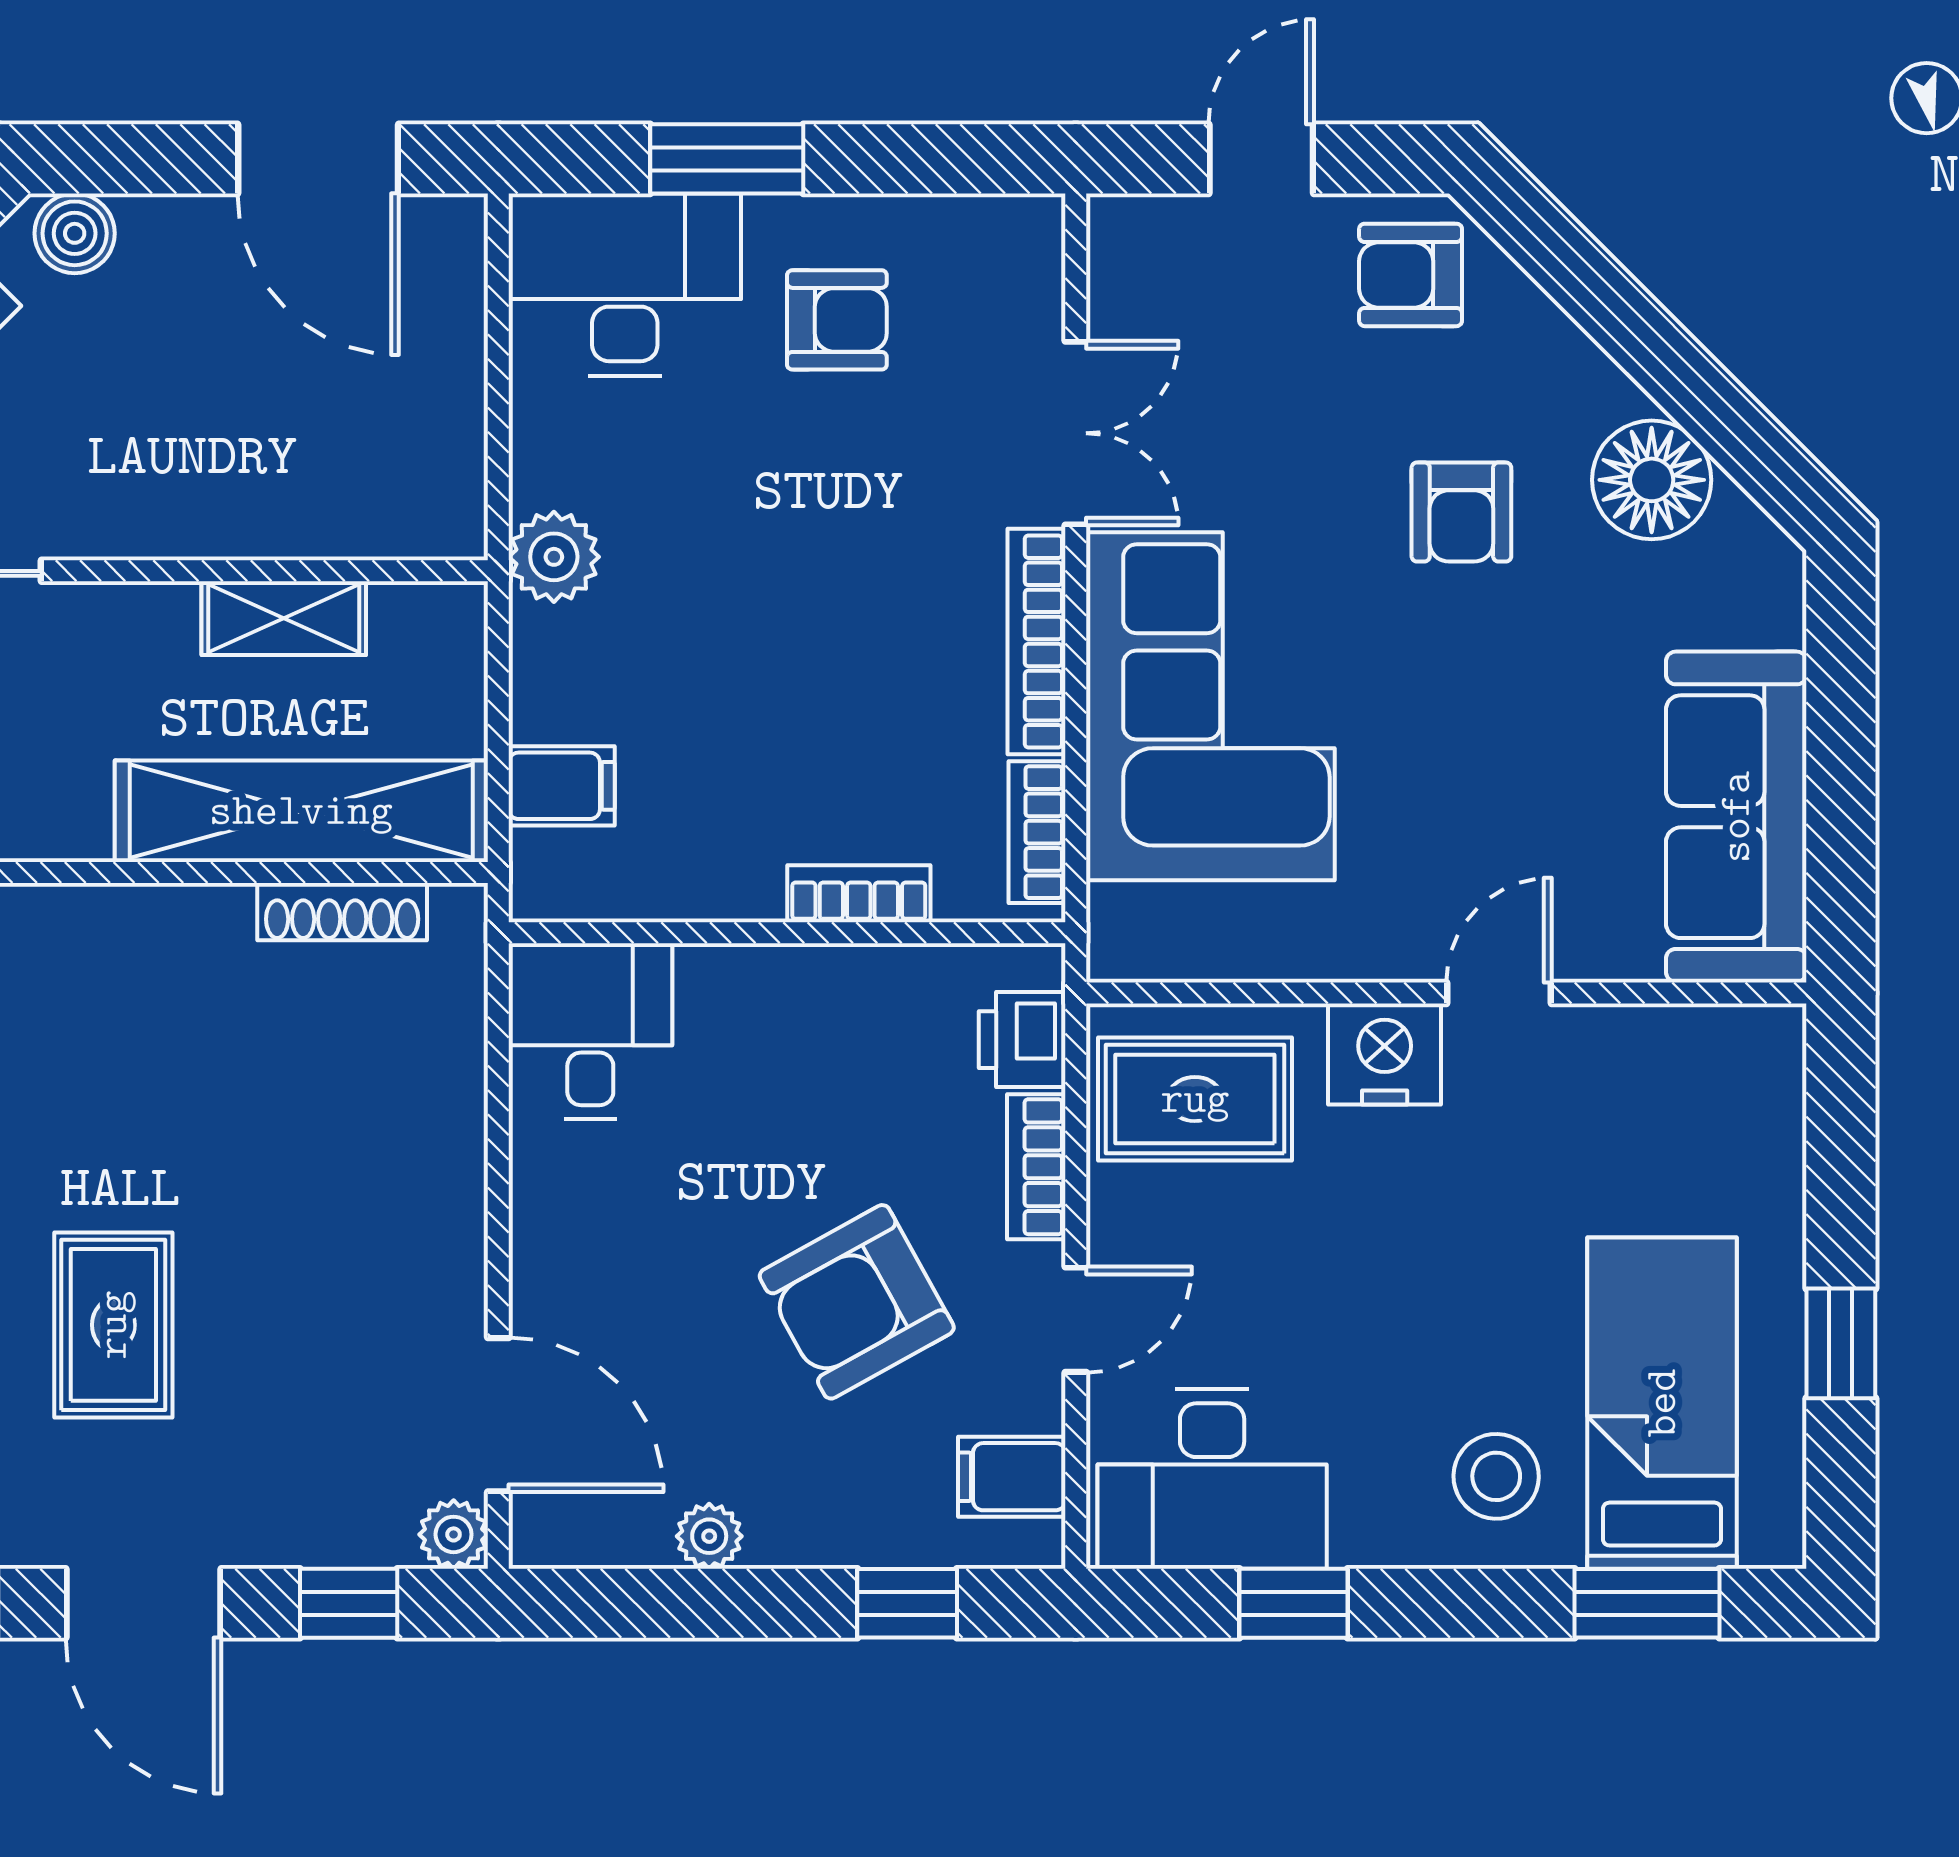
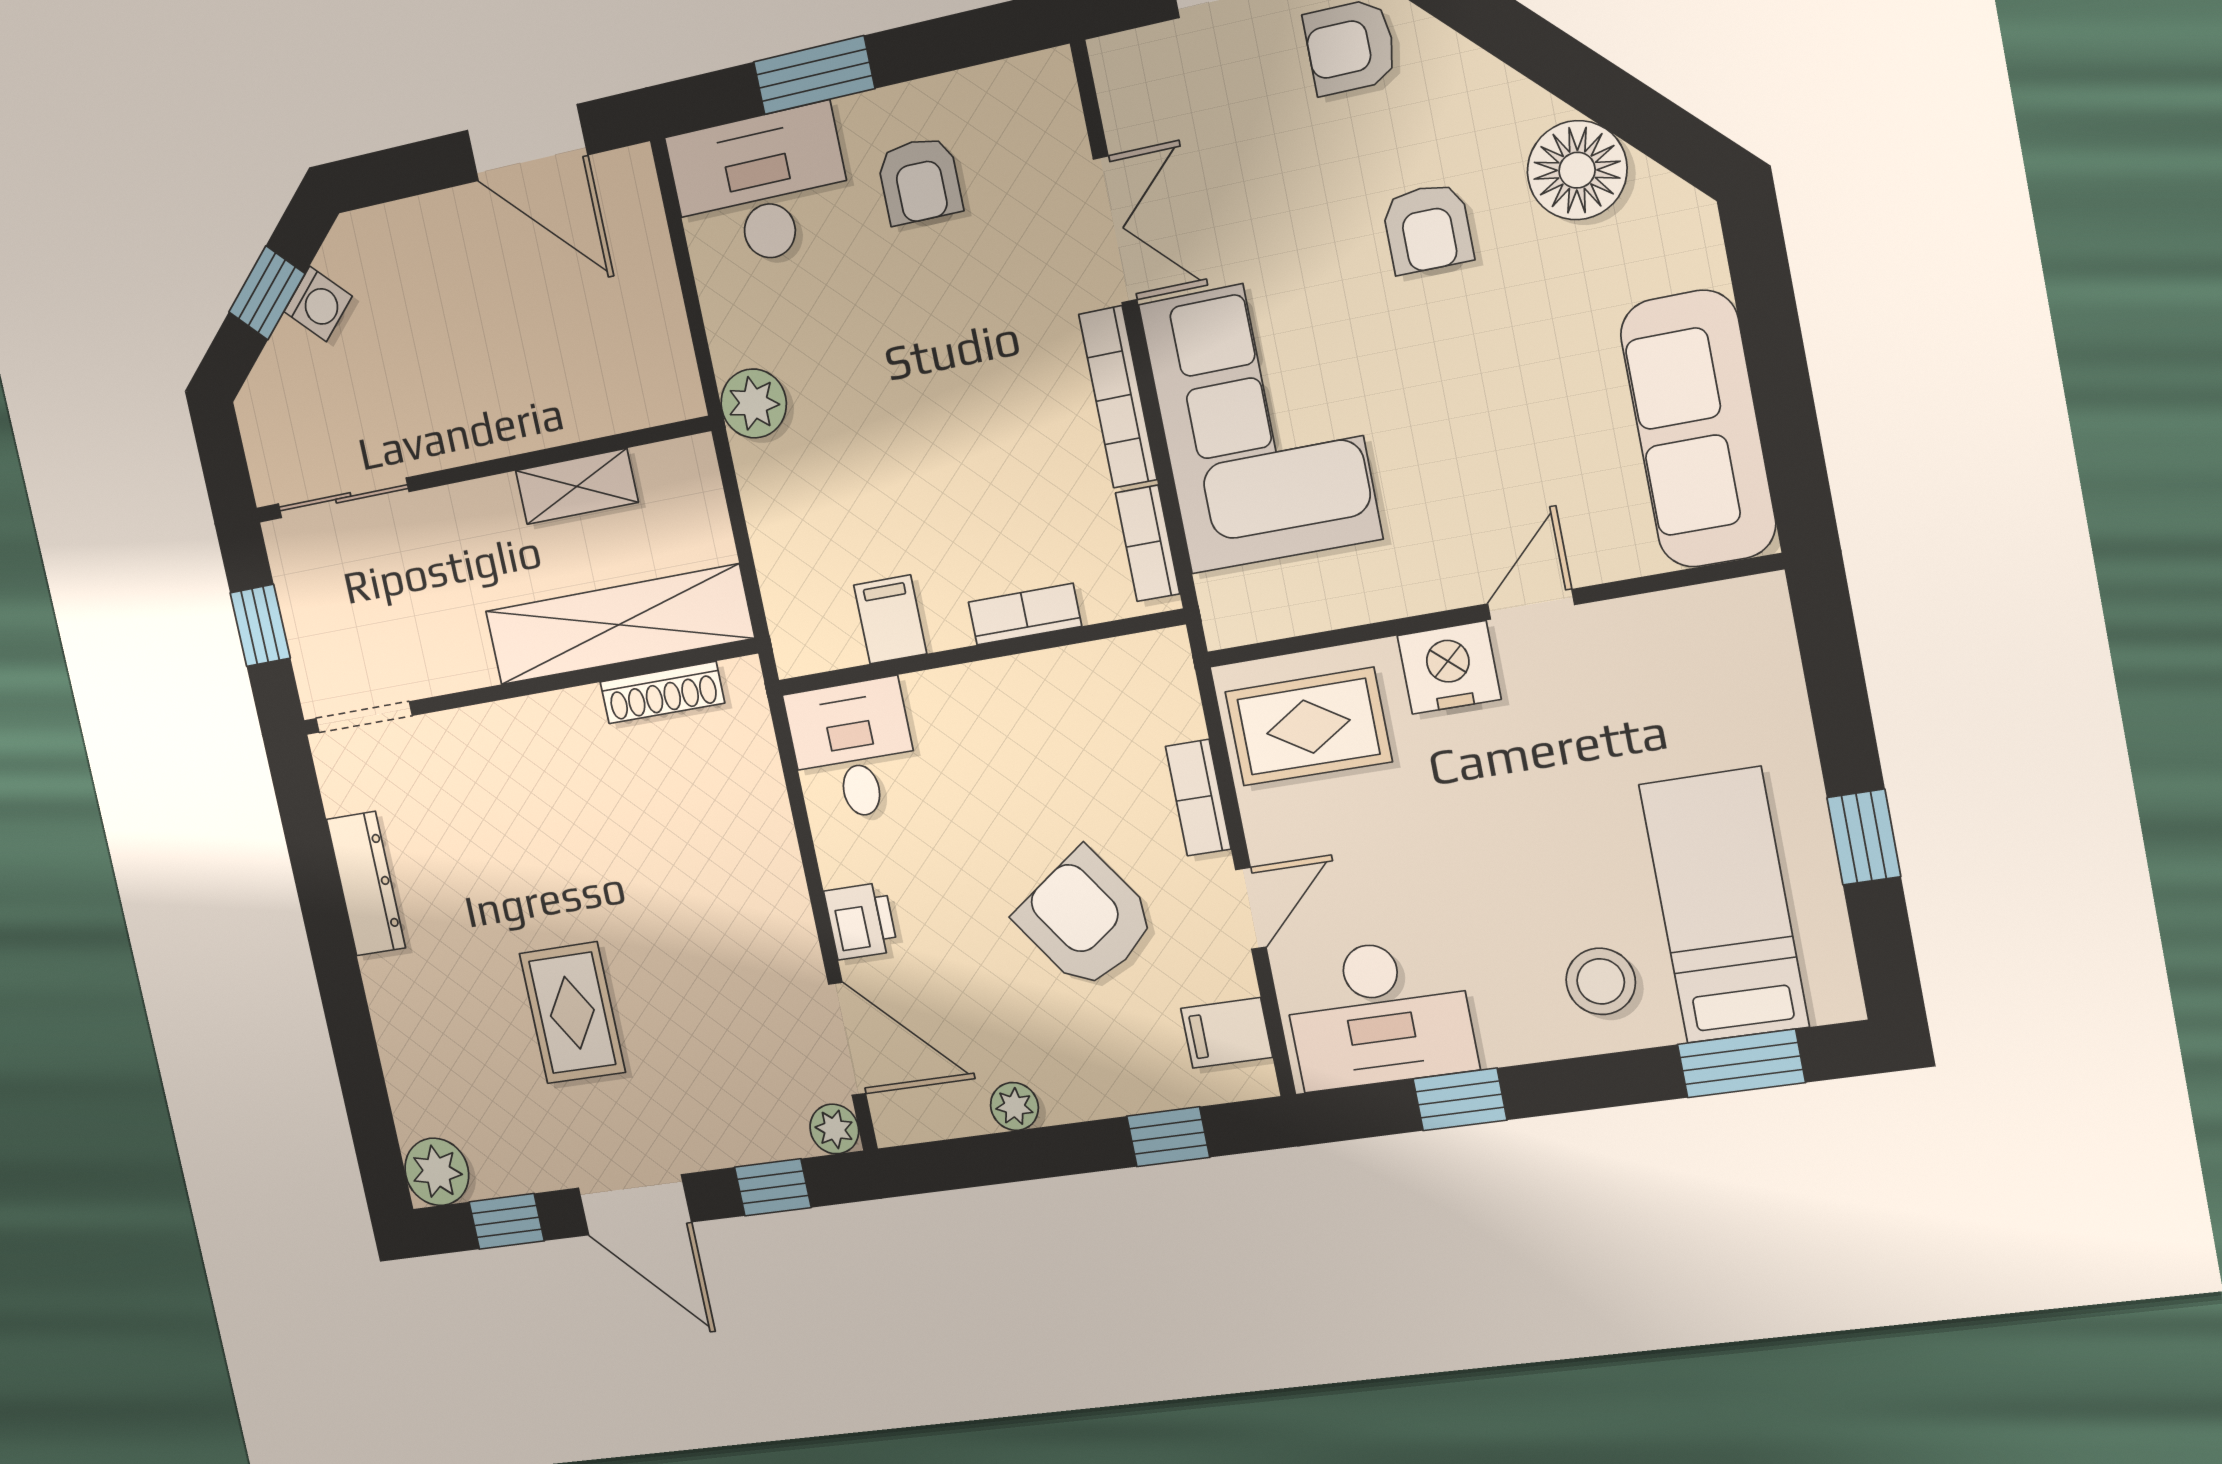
boiler: (75, 233) -> (376, 235), removed
armchair: (837, 320) -> (920, 181), turned 90
filing cabinet: (562, 786) -> (890, 619), moved, turned -90
printer: (1022, 1040) -> (861, 921), moved, turned 180
armchair: (857, 1302) -> (1086, 919), turned 84

